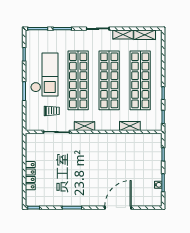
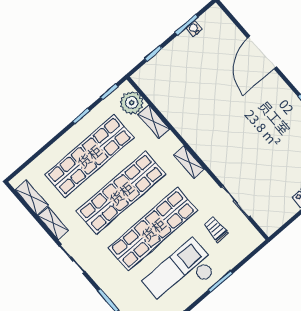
plant: (148, 123) -> (132, 103), added
shelving: (84, 126) -> (189, 162), moved
door: (118, 208) -> (262, 52), hinge flipped

